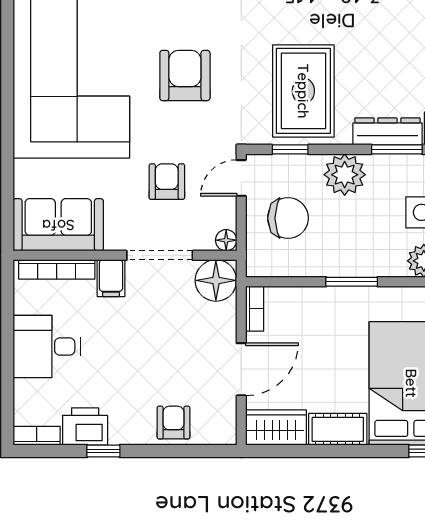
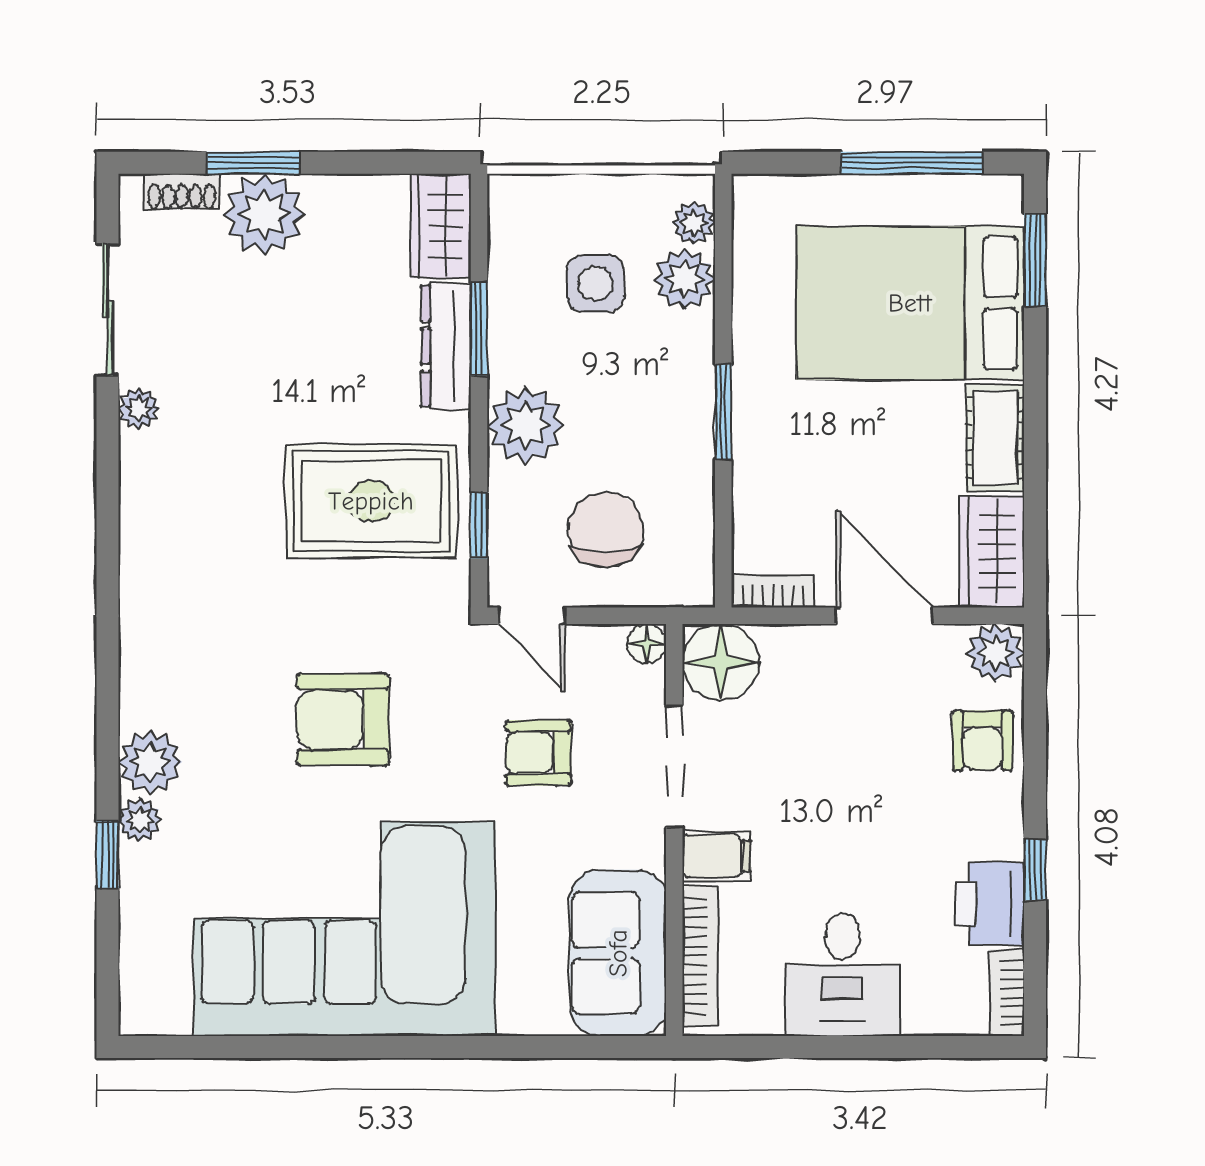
armchair: (173, 423) -> (983, 741), turned -90
plant: (221, 429) -> (995, 653), added

